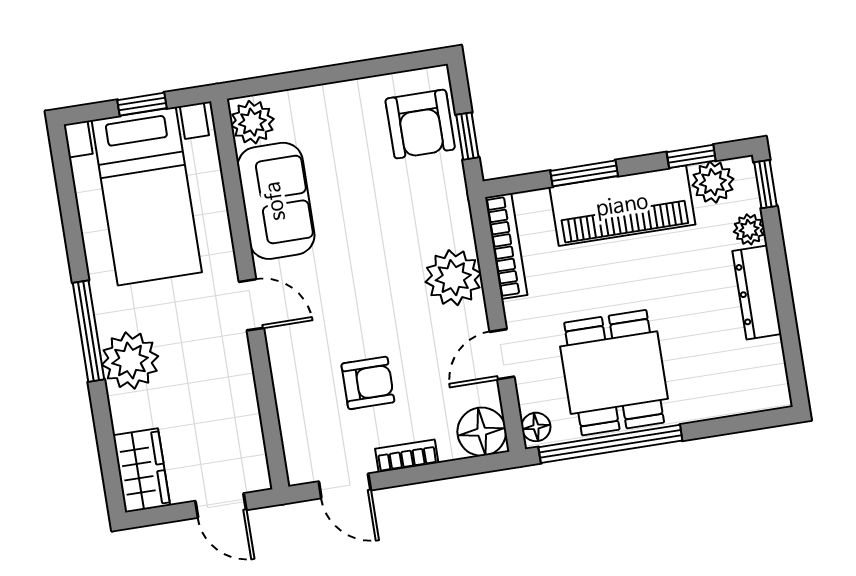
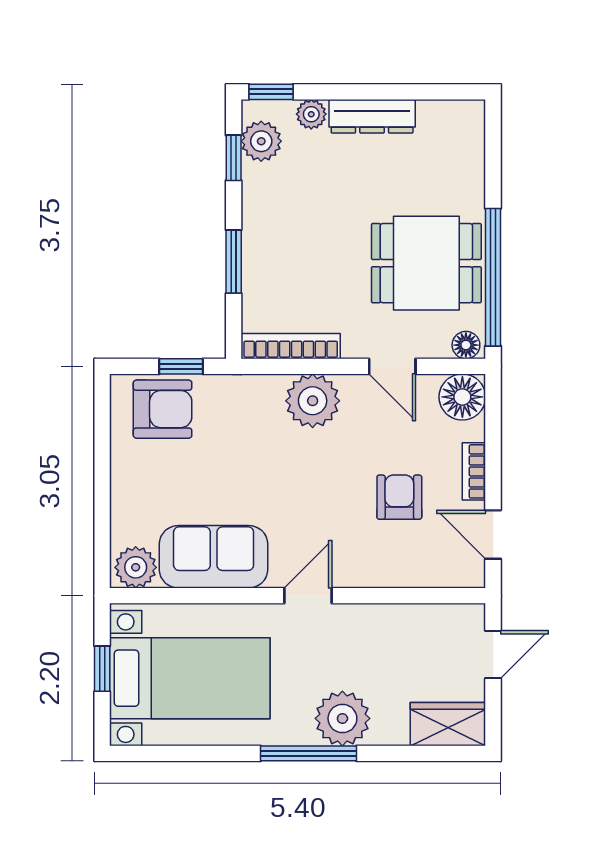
piano: (622, 206) -> (270, 230), removed
door: (345, 486) -> (493, 535), swing flipped

